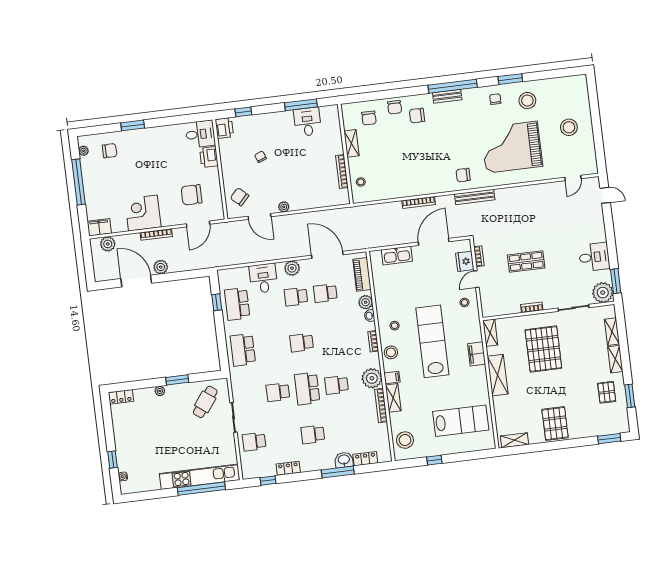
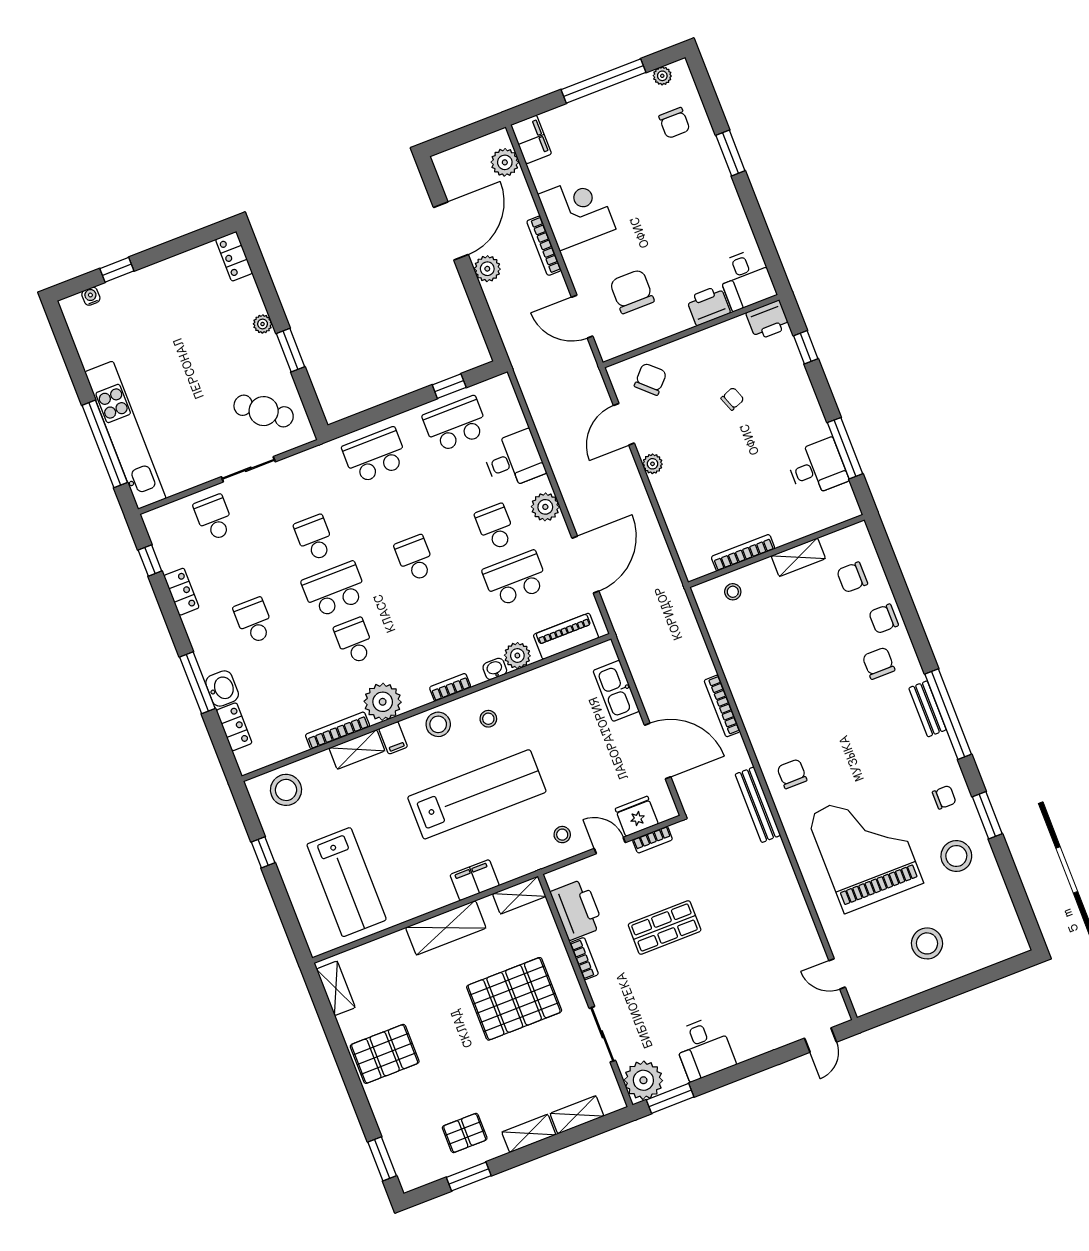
shop shelf: (526, 261) -> (665, 927), turned 90
school desk: (325, 293) -> (515, 579), width x1.85
printer: (505, 305) -> (577, 909), added

